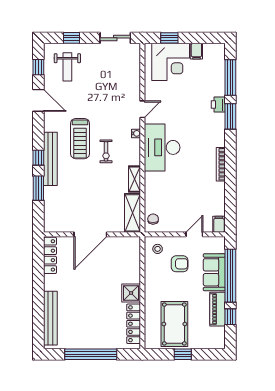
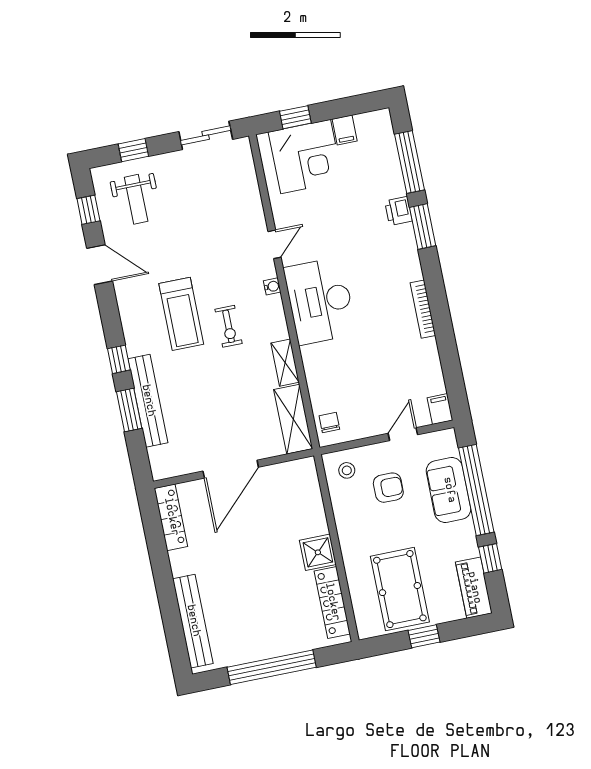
bench: (50, 159) -> (148, 401), moved
piano: (217, 309) -> (474, 588), moved

